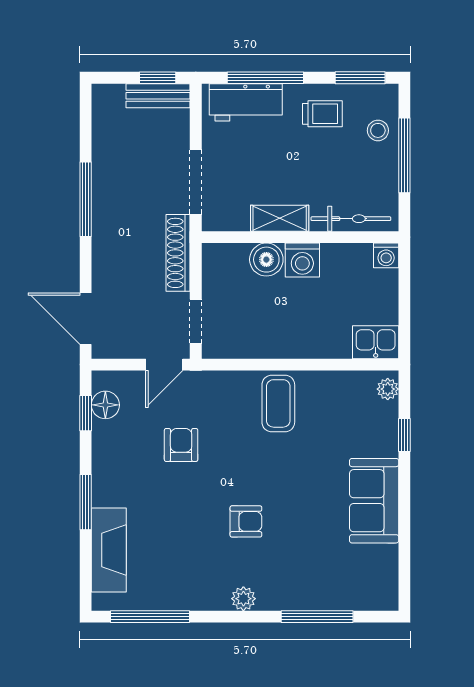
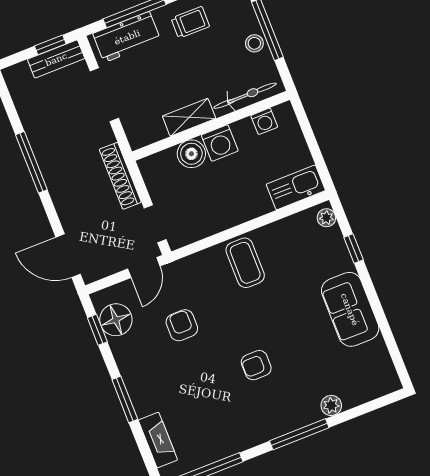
stool: (378, 130) -> (254, 43), moved
doorway: (196, 182) -> (104, 95), moved
washing machine: (386, 255) -> (264, 121), moved
kitchen sink: (376, 342) -> (296, 187), width x1.38
floor lamp: (105, 405) -> (116, 320), width x1.38, depth x1.38
armchair: (246, 521) -> (256, 365), turned 180
fireplace: (109, 550) -> (158, 440), width x0.73, depth x0.76
plant: (243, 599) -> (331, 405), moved
window: (317, 617) -> (299, 434), moved

